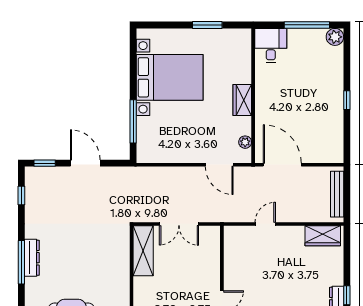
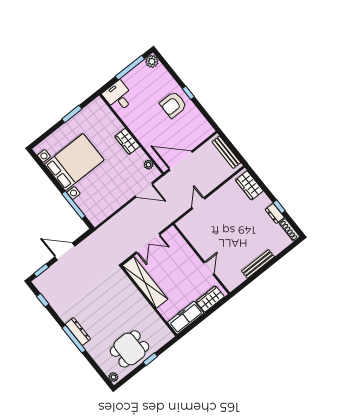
armchair: (321, 100) -> (173, 105), added
wardrobe: (323, 236) -> (249, 185), moved, turned 90
shelving: (143, 251) -> (145, 282), width x1.47

